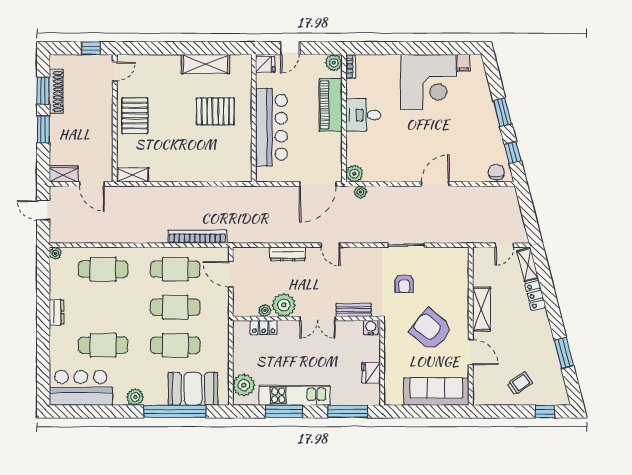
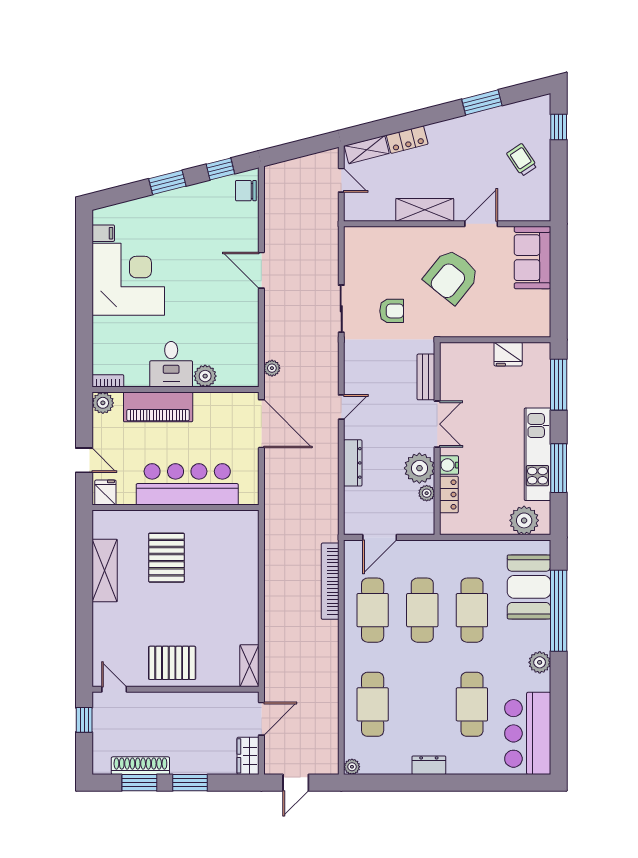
plant: (354, 174) -> (205, 376), moved
water cooler: (371, 328) -> (449, 465), moved
sofa: (436, 391) -> (532, 258), width x0.73

